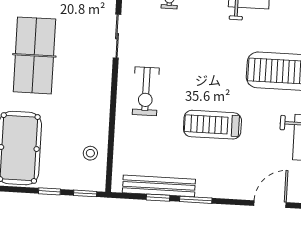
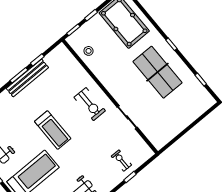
exercise bike: (146, 91) -> (90, 104), turned 180
treadmill: (212, 125) -> (53, 130), moved, turned 90
bench: (159, 186) -> (27, 78), moved

